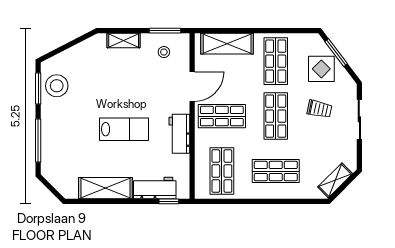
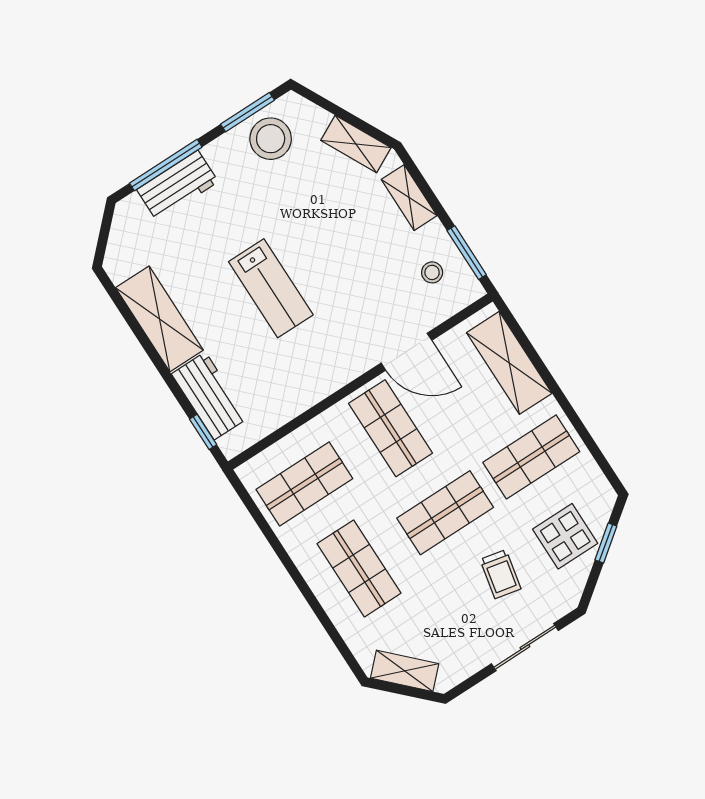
shelving: (84, 49) -> (356, 144), added
window: (336, 53) -> (606, 543), width x0.67
workbench: (179, 134) -> (177, 186), moved, turned 180

